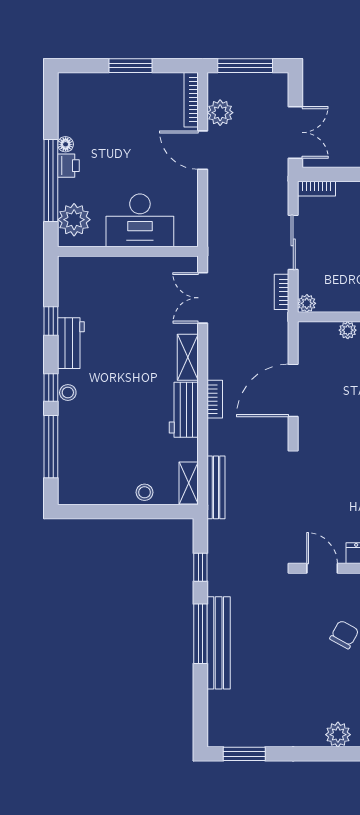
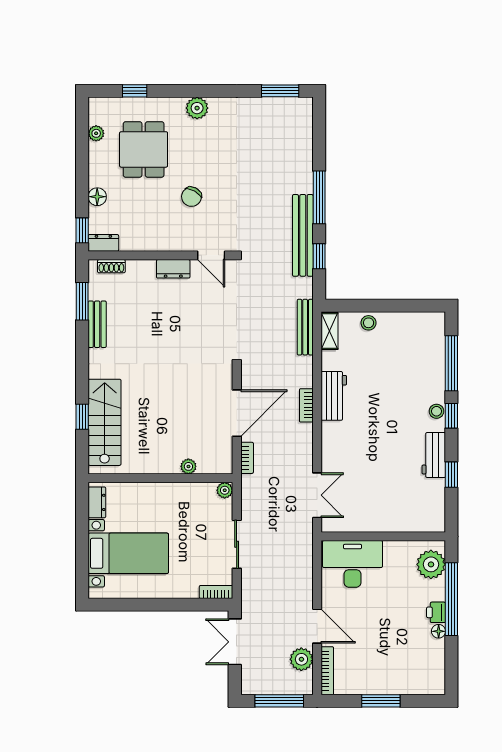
desk: (140, 220) -> (352, 564), moved
bookcase: (282, 292) -> (247, 458), moved
shelving: (188, 357) -> (330, 443), removed
bench: (219, 643) -> (303, 235), moved

